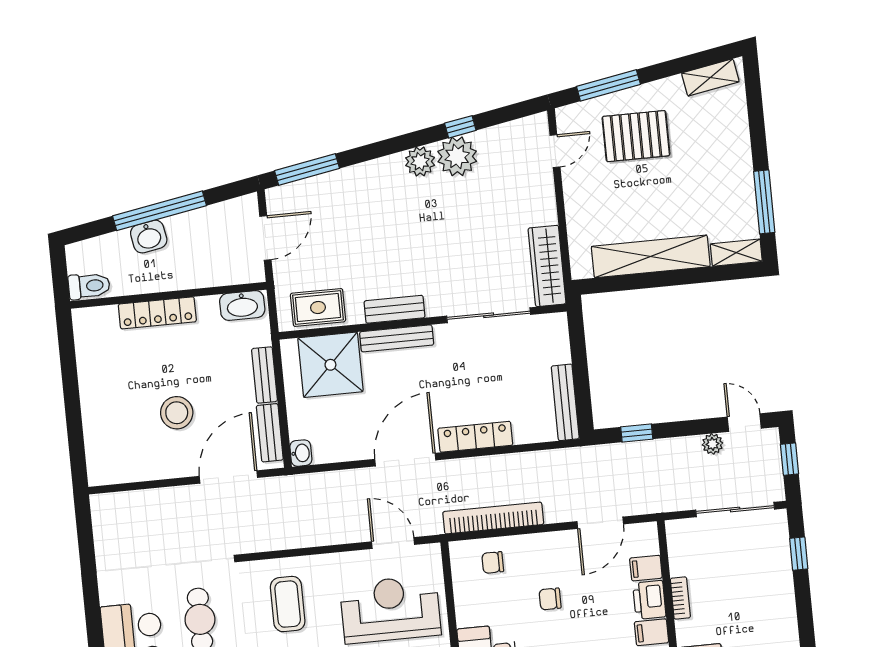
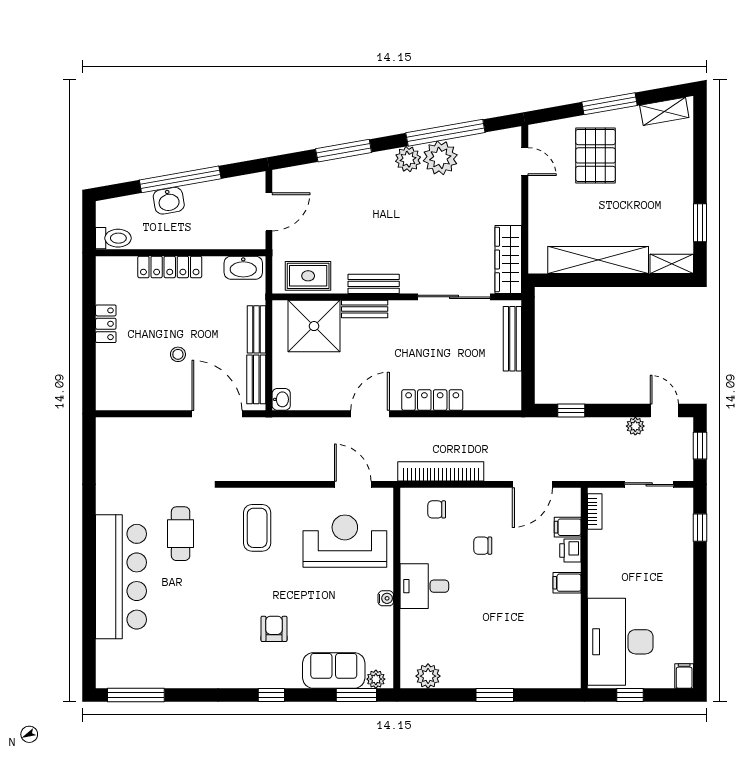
window: (608, 85) -> (609, 104), moved
window: (460, 127) -> (445, 133), width x3.17
pallet: (636, 136) -> (596, 155), turned 90
door: (555, 151) -> (525, 162), hinge flipped
window: (307, 170) -> (344, 151), moved
window: (764, 202) -> (700, 223), width x0.69
bench: (397, 338) -> (365, 309), width x0.73
locker: (90, 386) -> (106, 324), added
bench: (565, 402) -> (512, 339), moved
stool: (177, 413) -> (178, 354), width x0.53, depth x0.53
door: (405, 460) -> (370, 414), width x0.73
door: (228, 477) -> (217, 414), hinge flipped
sliding door: (735, 510) -> (649, 484), width x0.73
bookcase: (680, 598) -> (595, 512), moved
printer: (649, 600) -> (570, 550), width x0.73, depth x0.81

